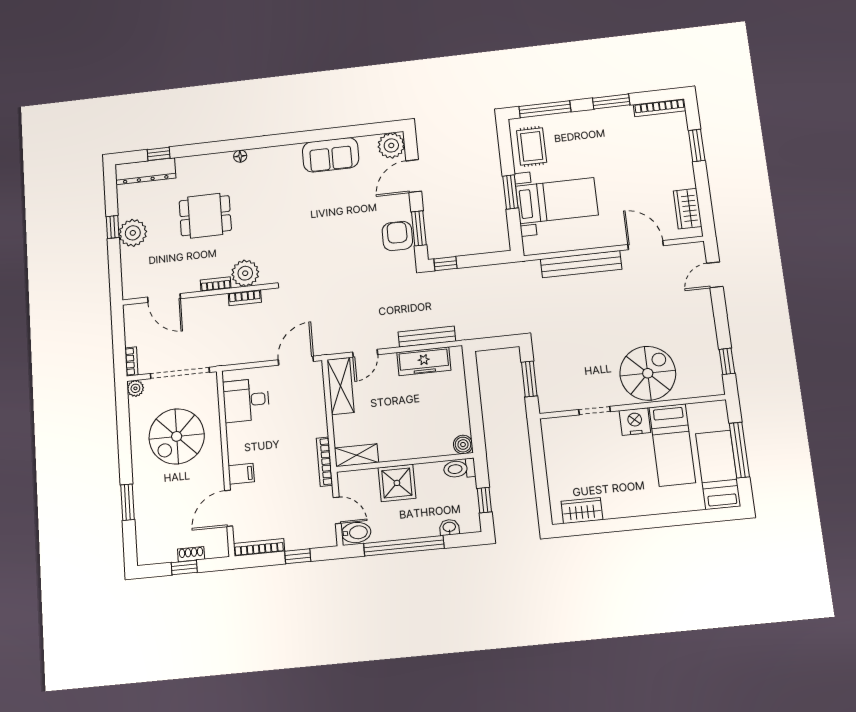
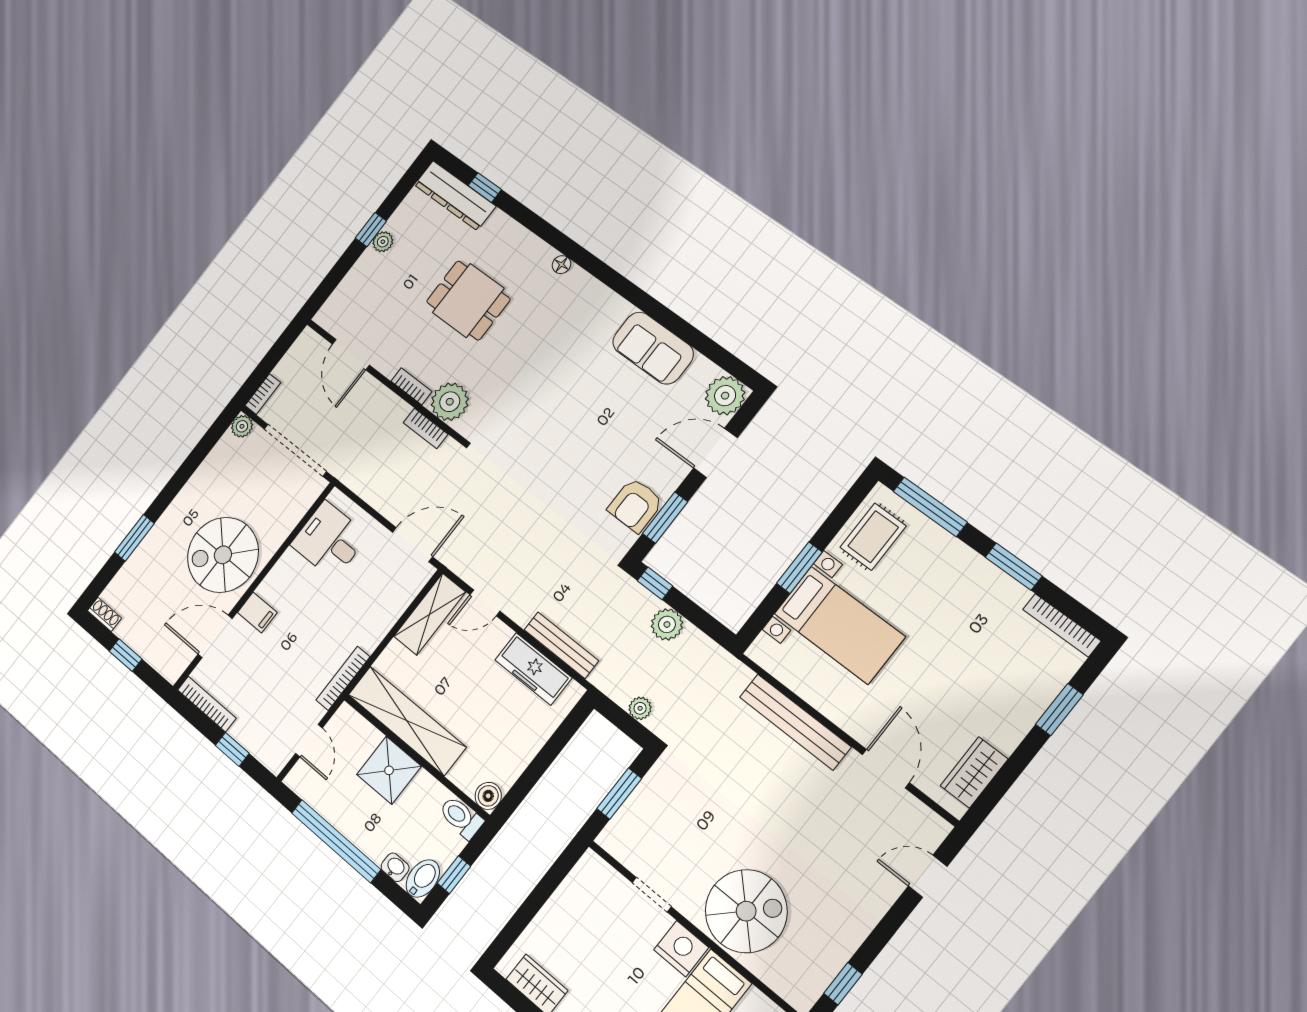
plant: (133, 233) -> (383, 242), width x0.53, depth x0.53
armchair: (397, 236) -> (635, 505), turned 180
plant: (471, 277) -> (667, 624), added
plant: (498, 329) -> (640, 708), added
spiral stairs: (177, 436) -> (223, 555), moved
shelving: (356, 455) -> (407, 721), width x2.20, depth x1.33
bidet: (356, 532) -> (423, 879), moved, turned -90
shoe rack: (191, 554) -> (104, 614), moved

